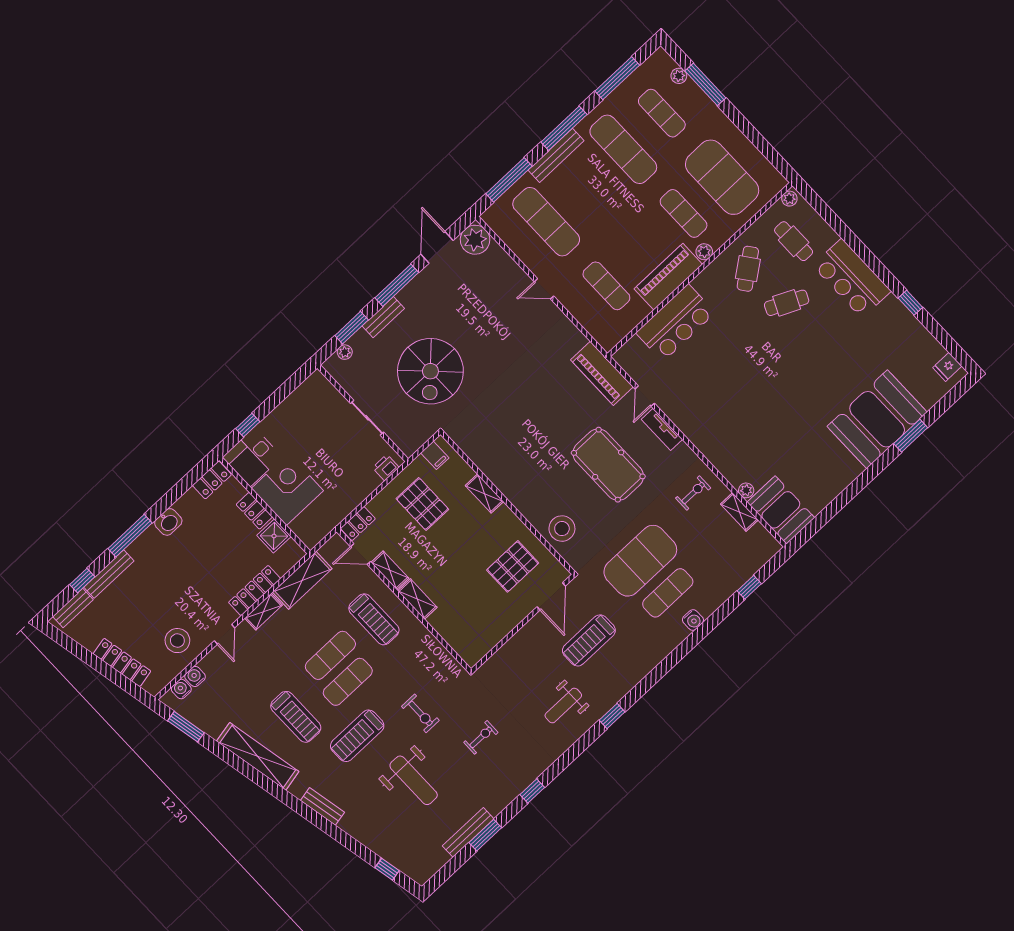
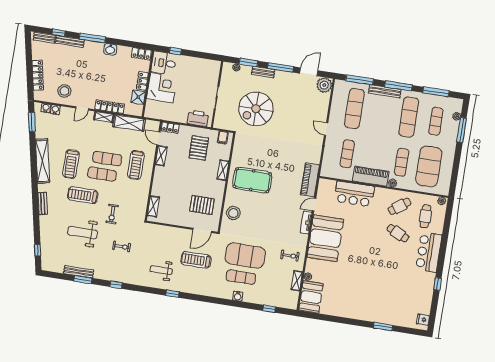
booth: (877, 419) -> (325, 238), moved, turned 90
pool table: (608, 465) -> (252, 180), moved, turned 90
printer: (386, 468) -> (198, 118), width x1.87, depth x1.48
shelving: (417, 599) -> (153, 206), moved
weight bench: (414, 780) -> (83, 233), turned 90

